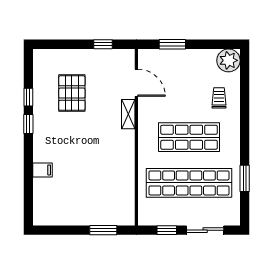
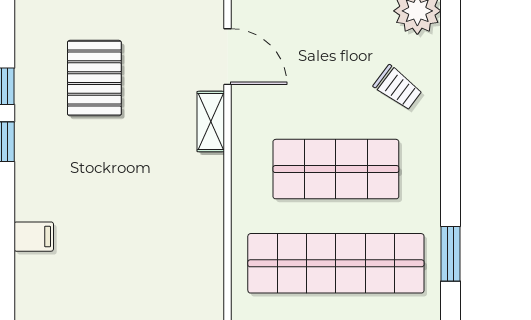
trolley: (219, 98) -> (398, 88), turned 127

